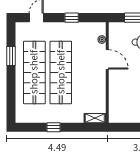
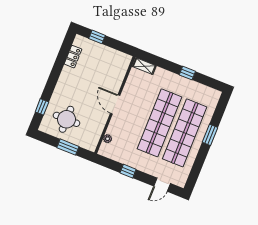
window: (11, 56) -> (210, 135), moved
door: (107, 59) -> (115, 104), moved

